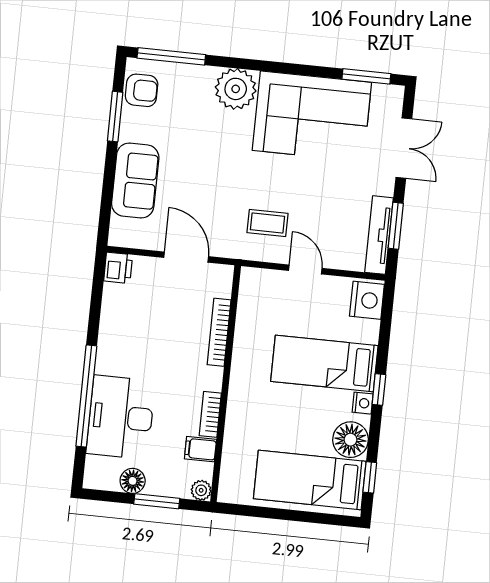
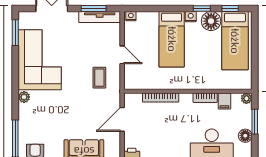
plant: (236, 89) -> (24, 97), width x0.53, depth x0.53
door: (305, 269) -> (122, 55), swing flipped
nightstand: (367, 300) -> (131, 16), width x0.53, depth x0.56
window: (379, 389) -> (202, 9), moved

